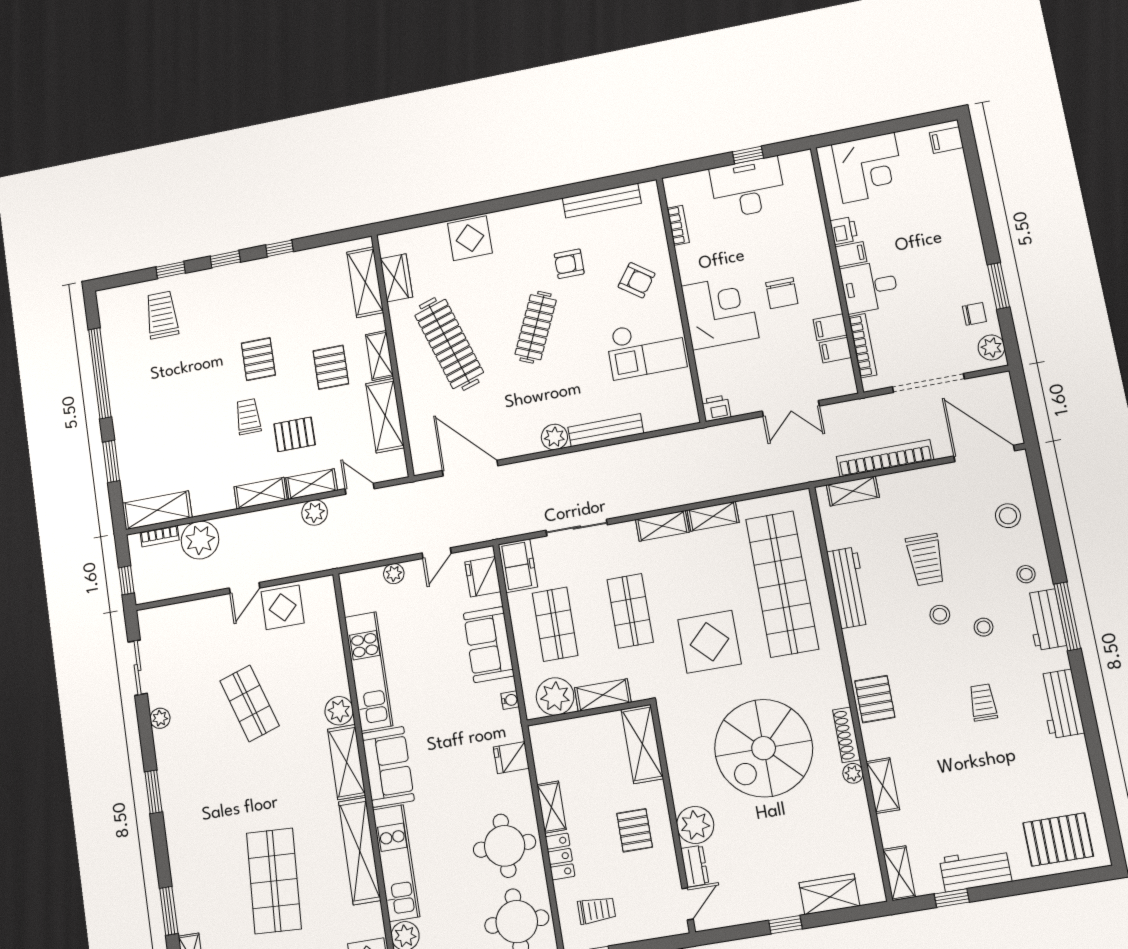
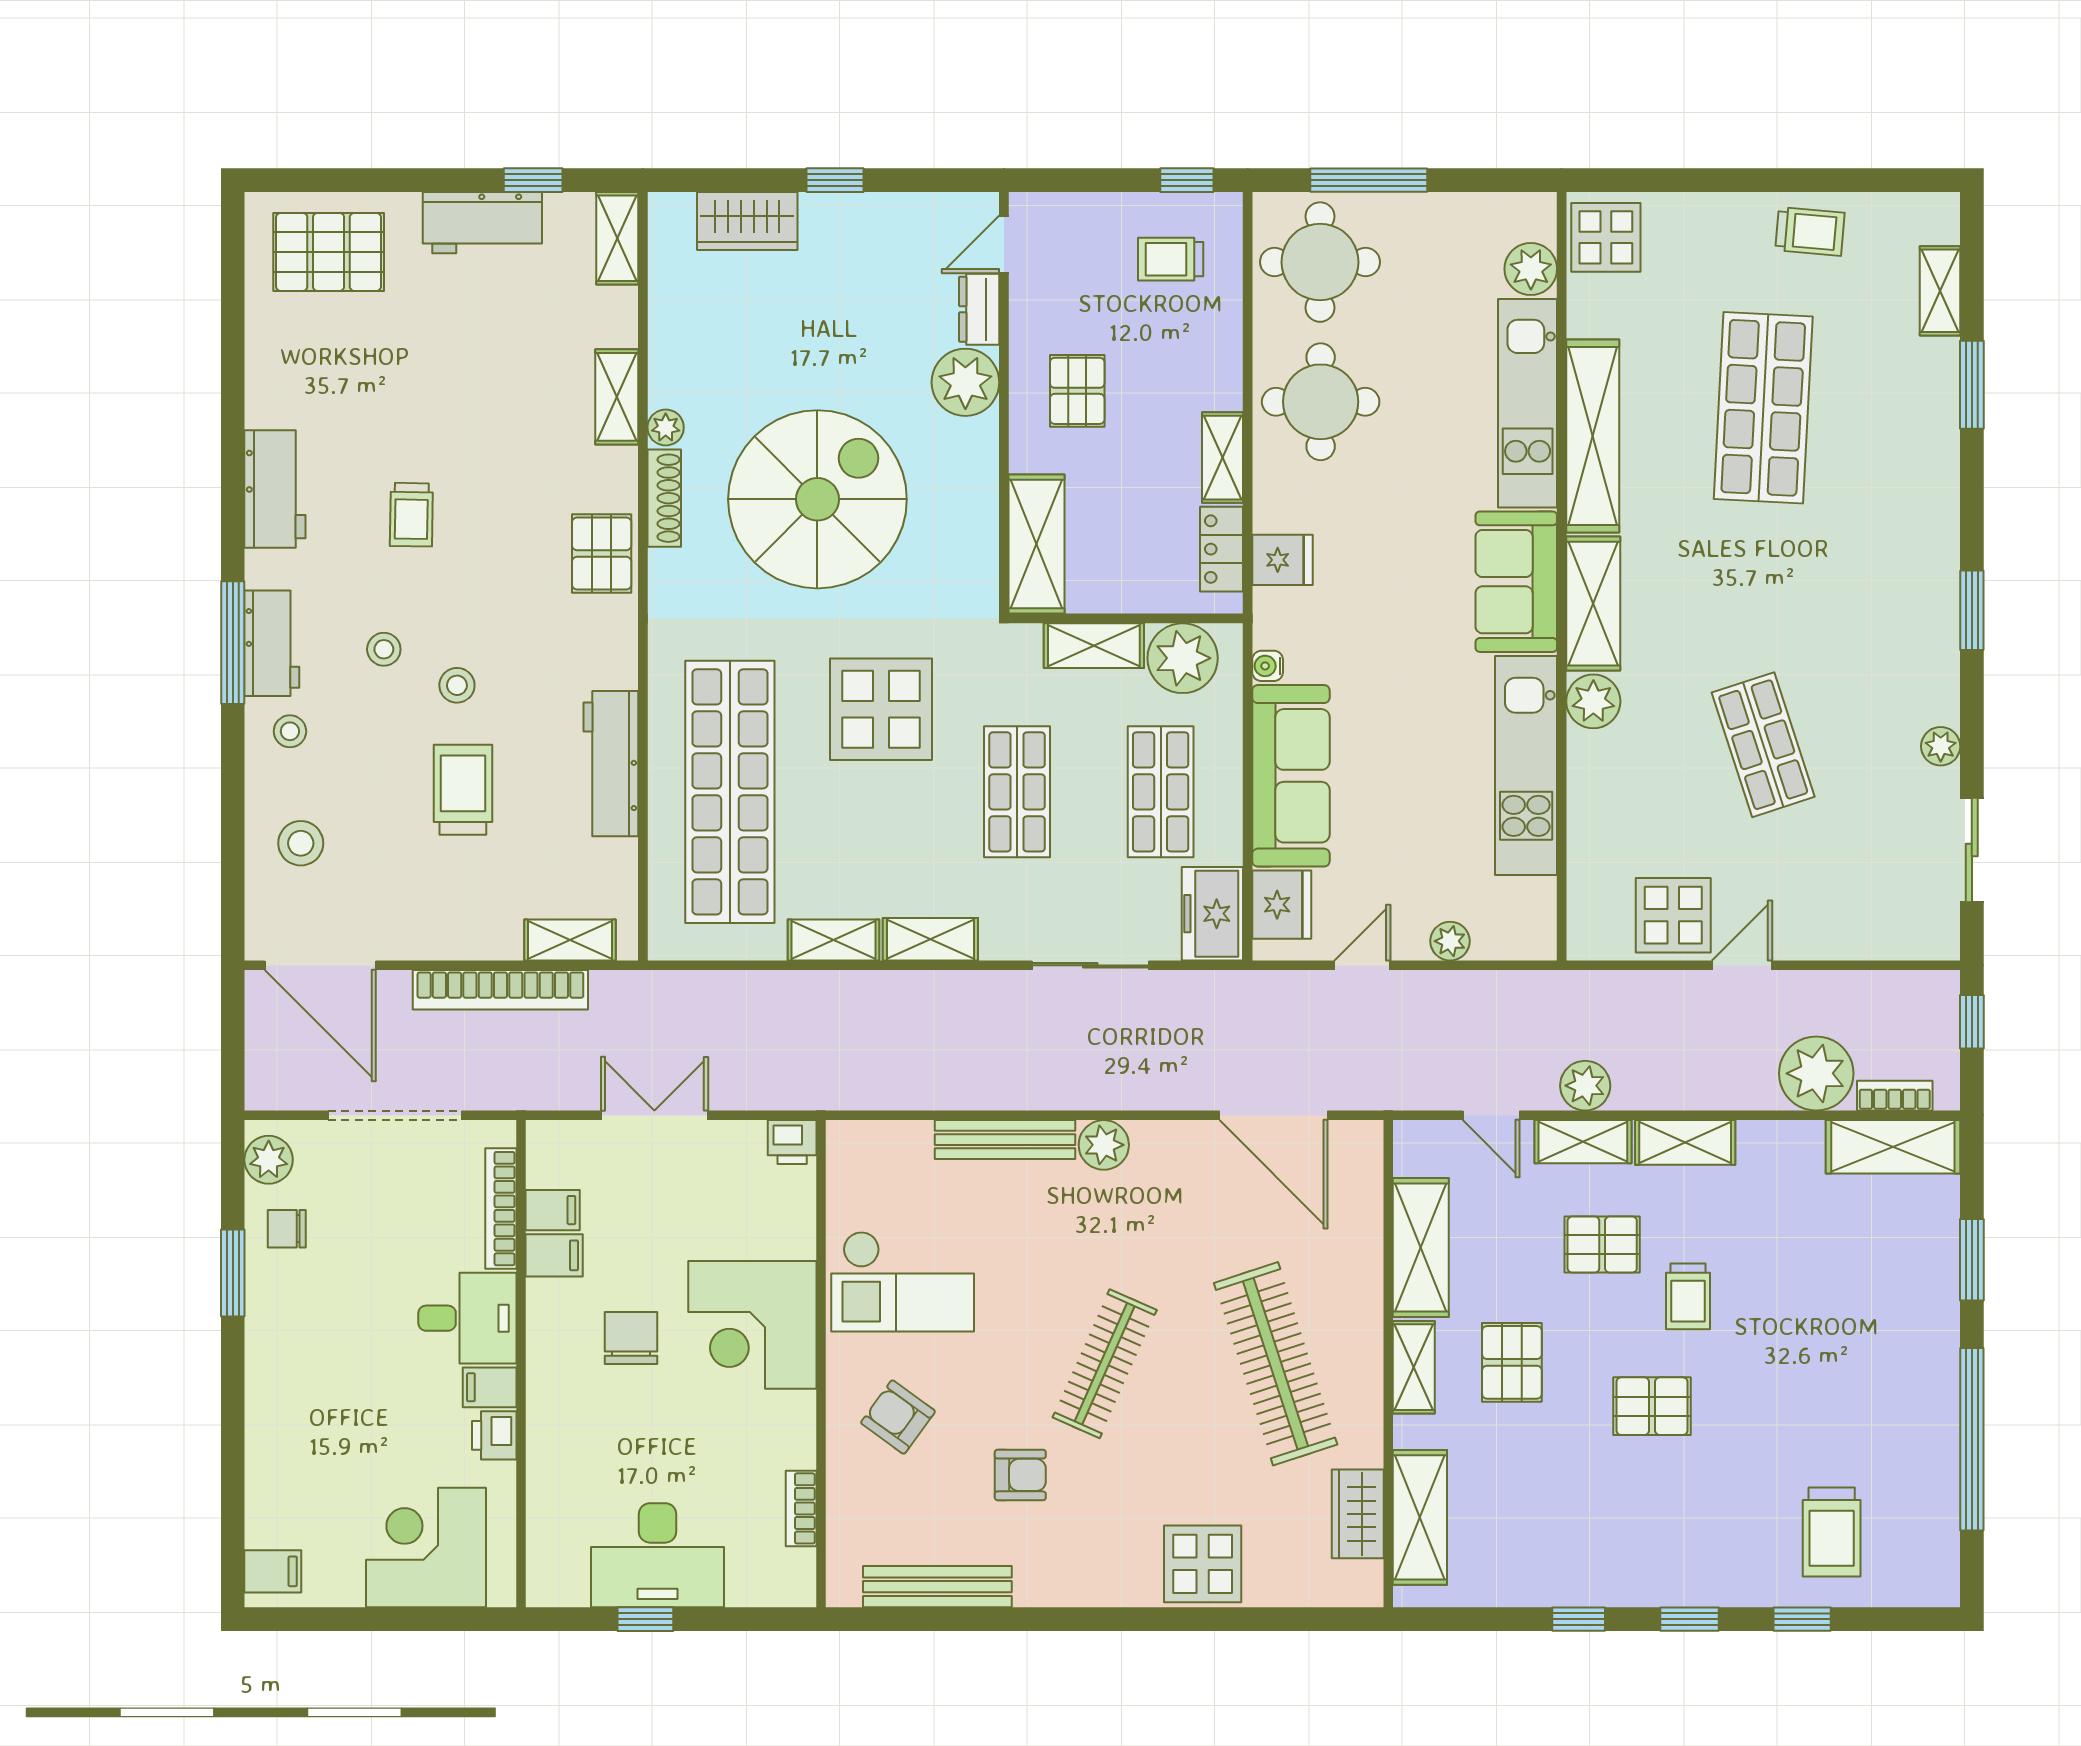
checkout: (646, 349) -> (903, 1282), turned 180
pallet: (258, 359) -> (1652, 1406), turned 90
sofa: (489, 645) -> (1291, 776), width x1.36
locker: (560, 856) -> (1221, 549), moved

